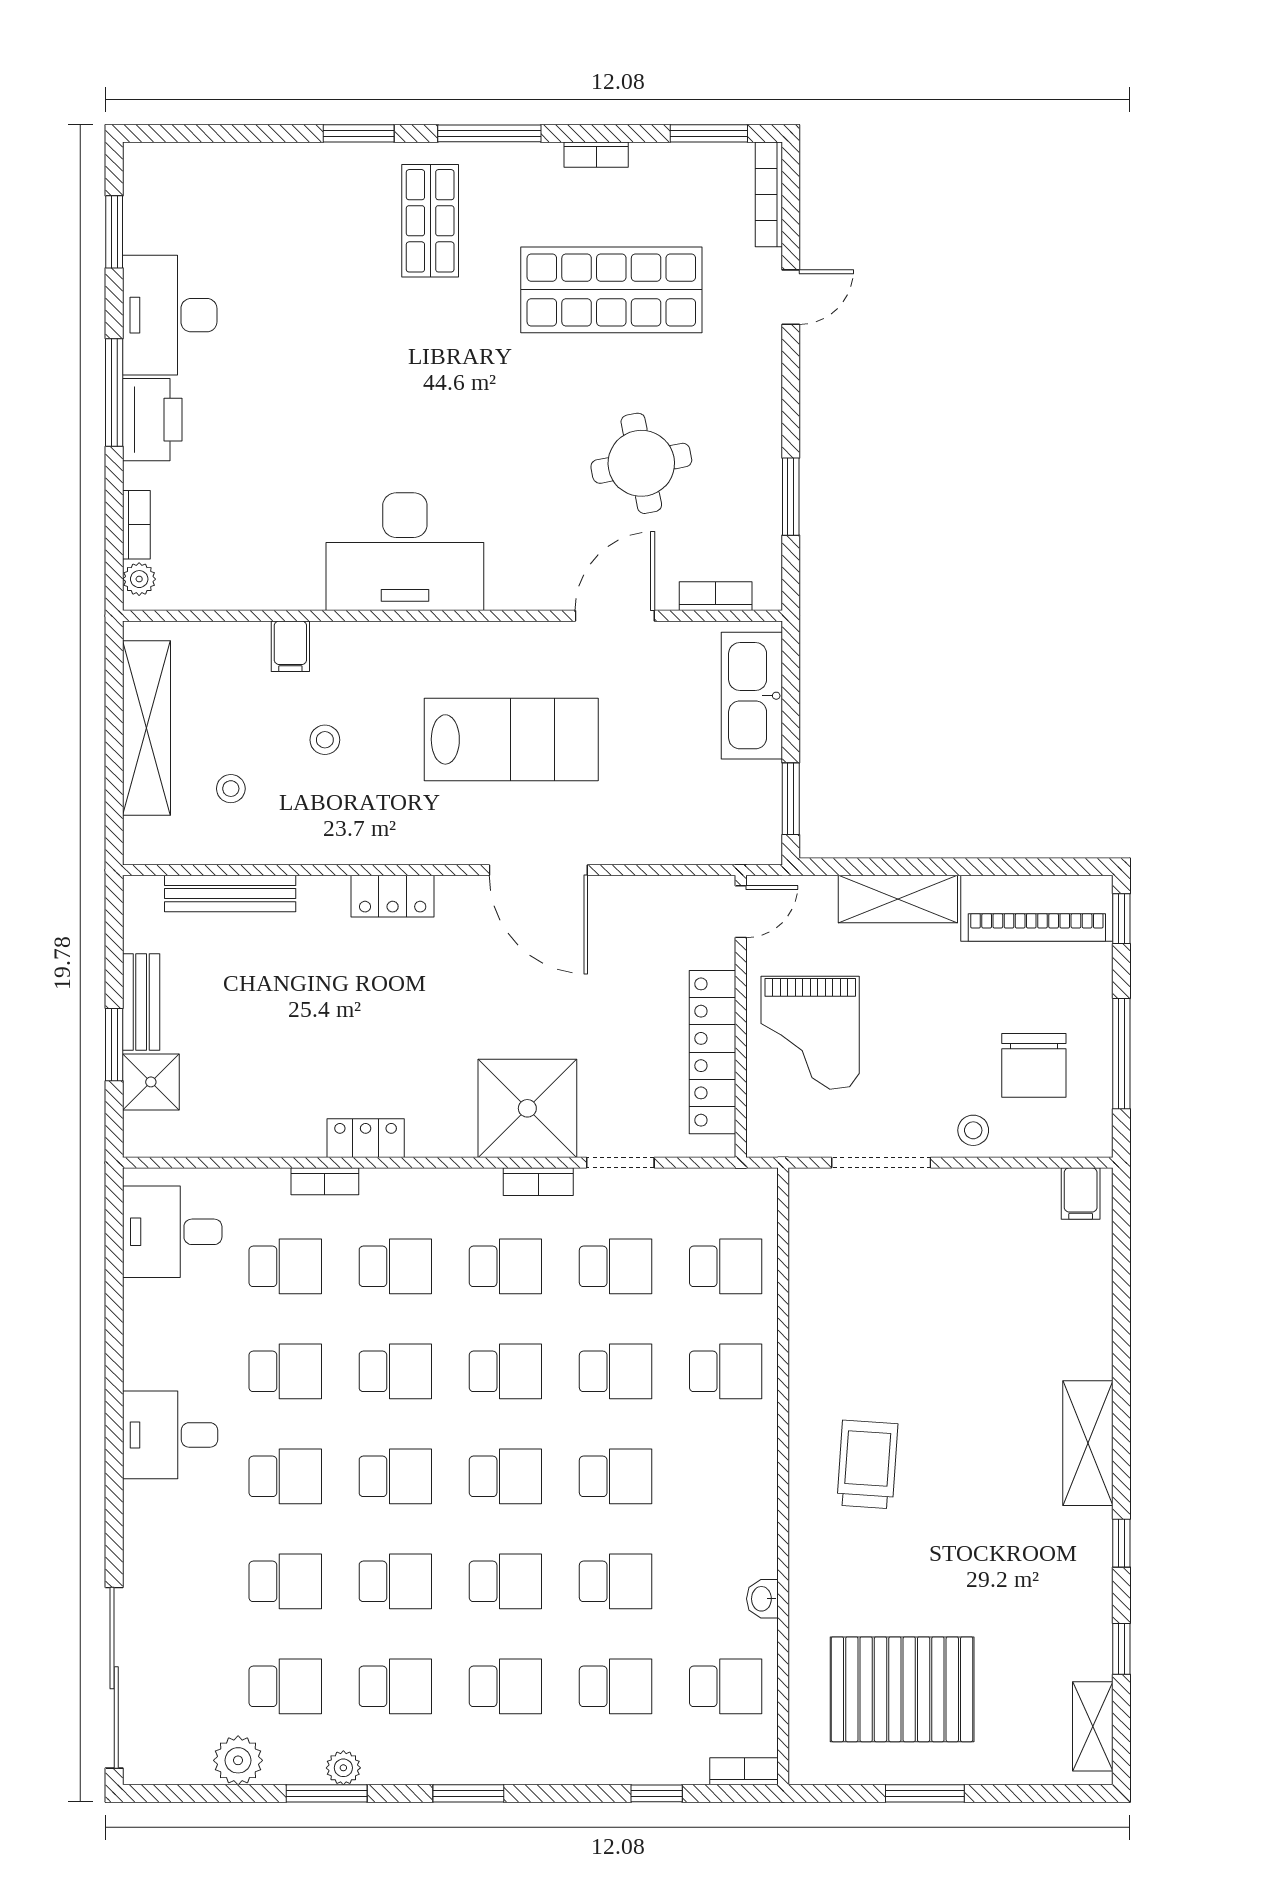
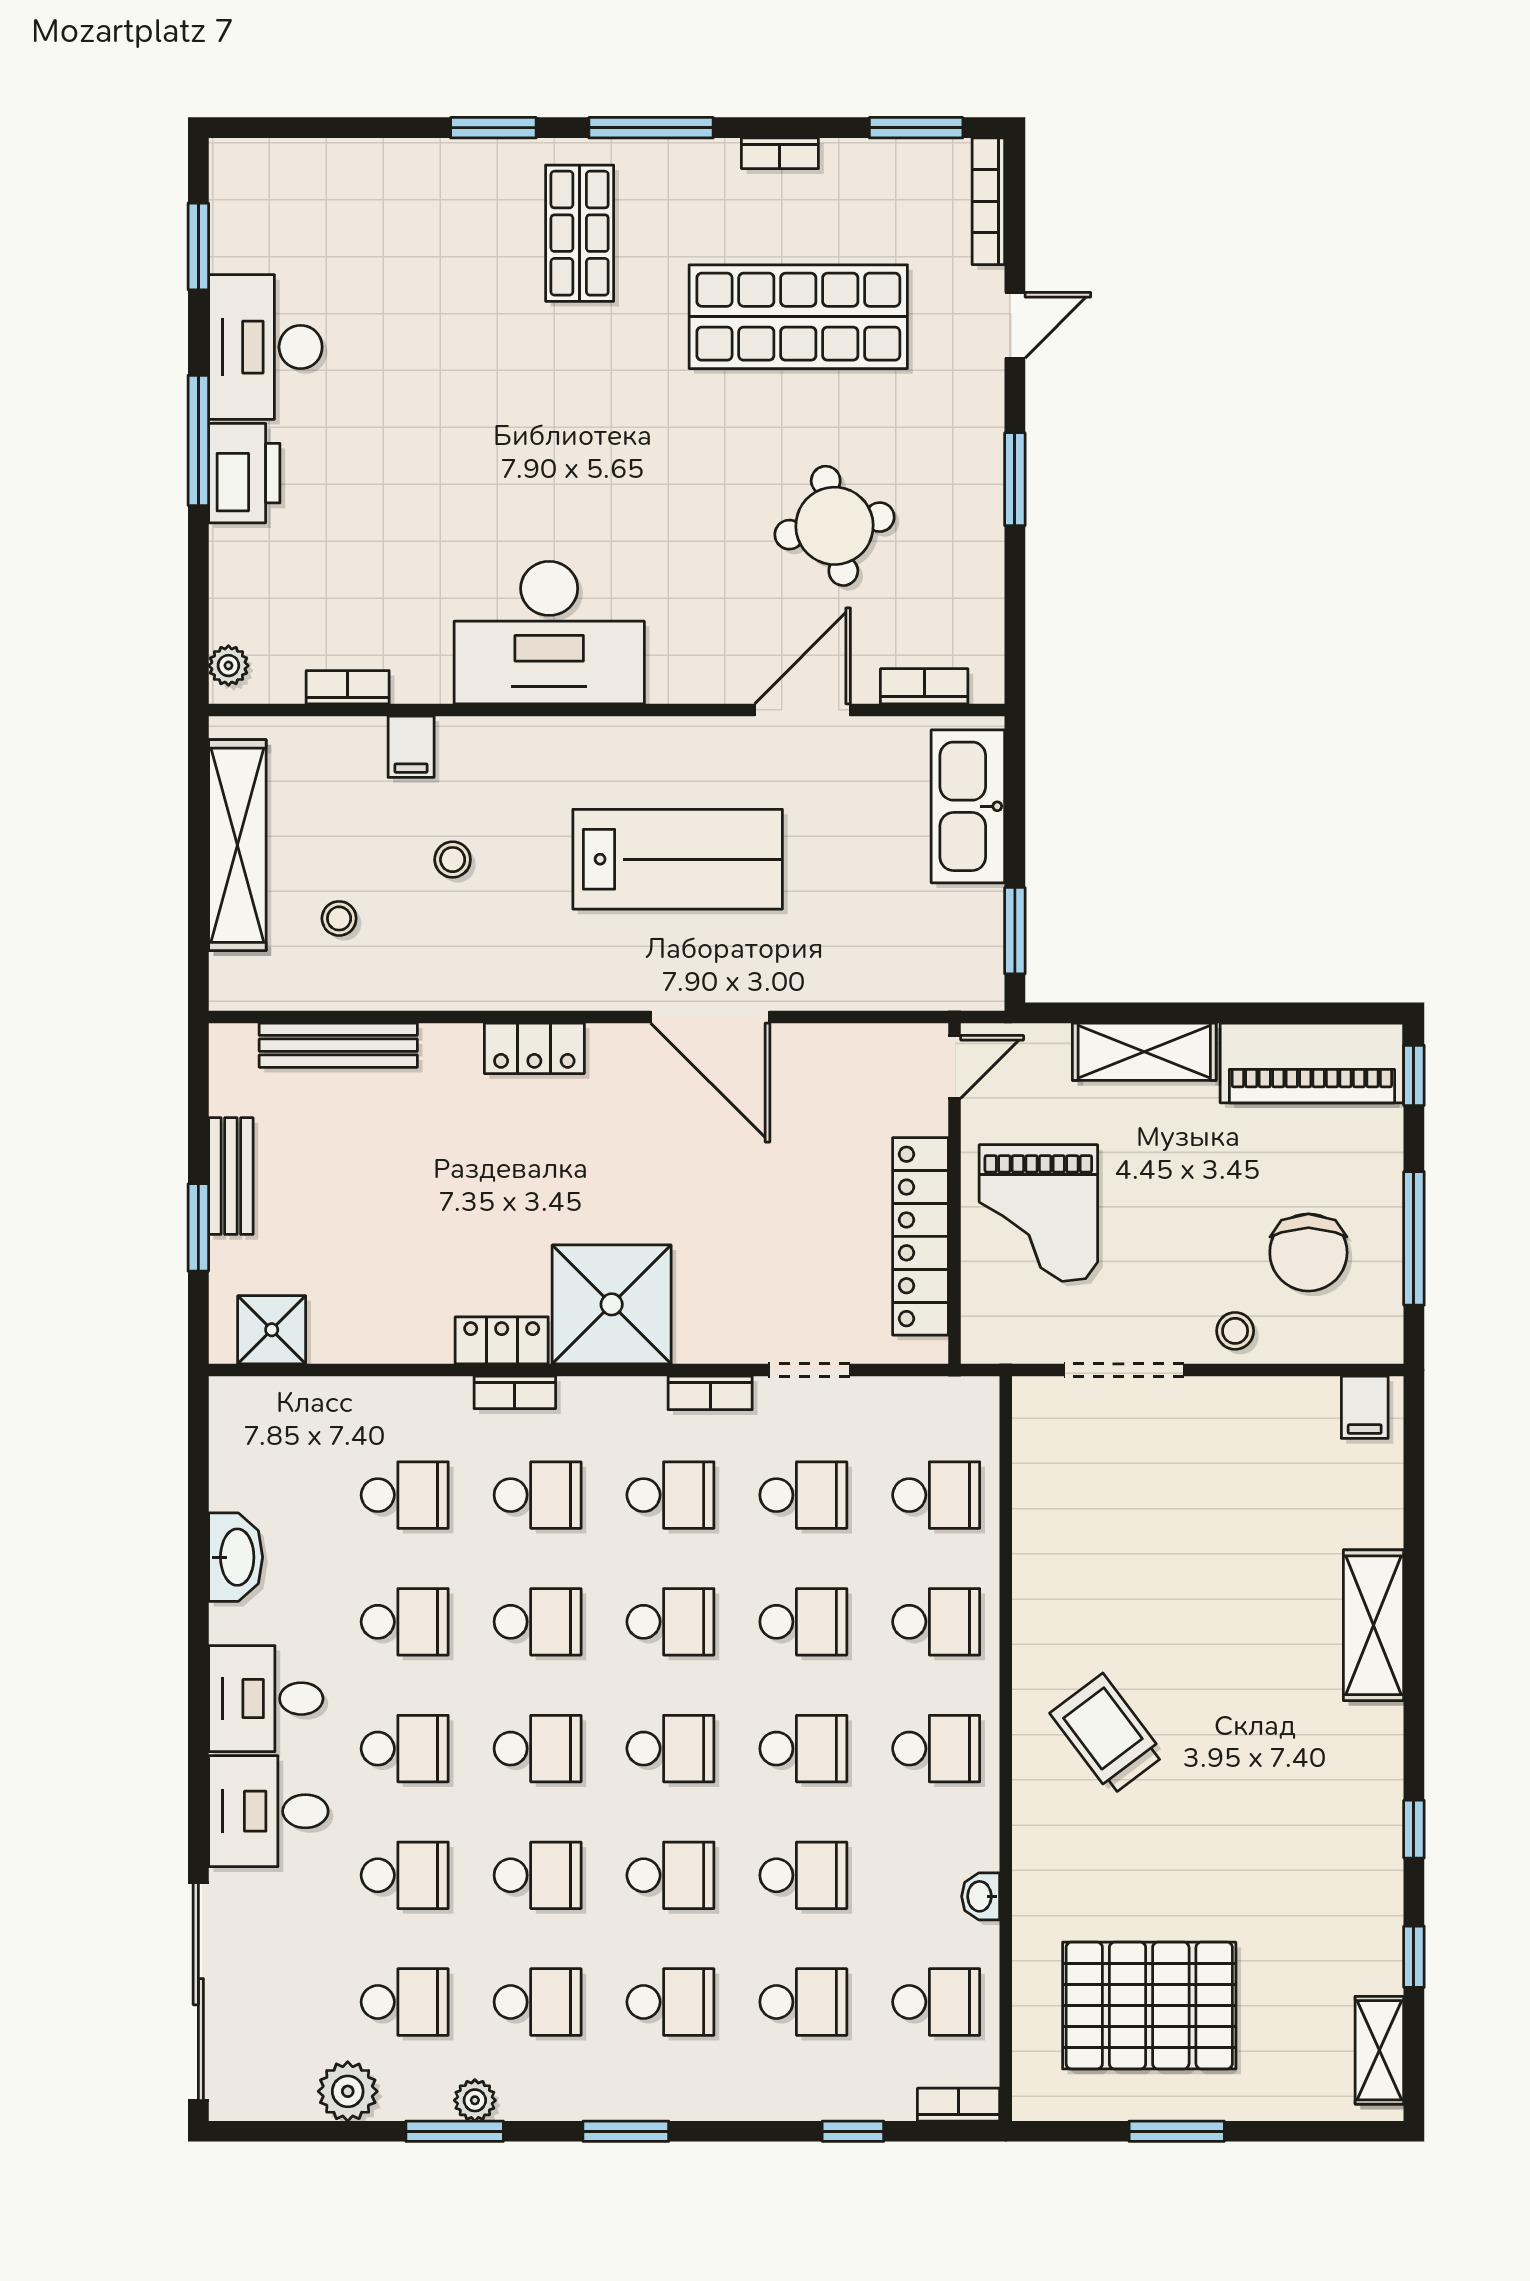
window: (791, 497) -> (1015, 479), moved
bookcase: (136, 525) -> (348, 687), moved, turned -90
shower: (151, 1082) -> (272, 1330), moved
shower: (527, 1108) -> (612, 1304), moved
bookcase: (325, 1181) -> (515, 1392), moved
desk: (172, 1232) -> (268, 1811), moved
washbasin: (145, 1318) -> (236, 1557), added
shelving: (1088, 1443) -> (1374, 1625), moved
trolley: (867, 1464) -> (1107, 1734), turned -41
school desk: (726, 1476) -> (936, 1749), added

